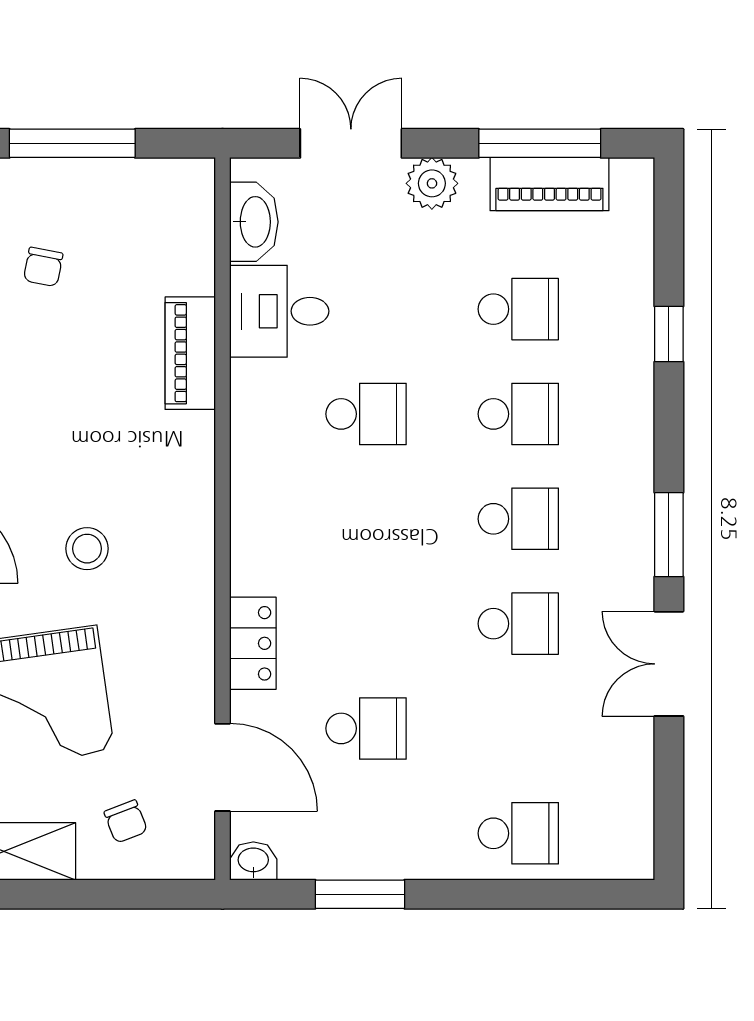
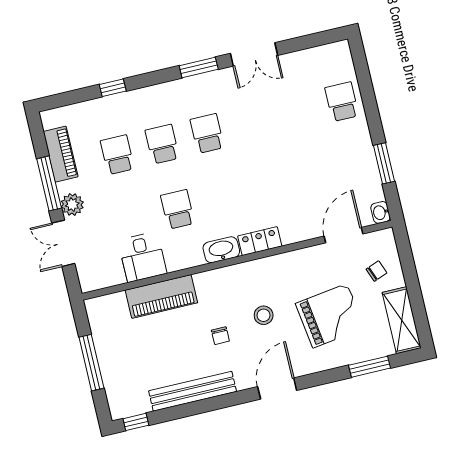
window: (540, 143) -> (49, 183), moved
washbasin: (254, 222) -> (221, 250), moved
chair: (43, 267) -> (220, 336), moved, turned 79
piano: (190, 353) -> (161, 296), width x1.37, depth x1.33
school desk: (518, 624) -> (252, 123), removed
locker: (253, 643) -> (260, 241), moved
school desk: (366, 728) -> (312, 178), removed

